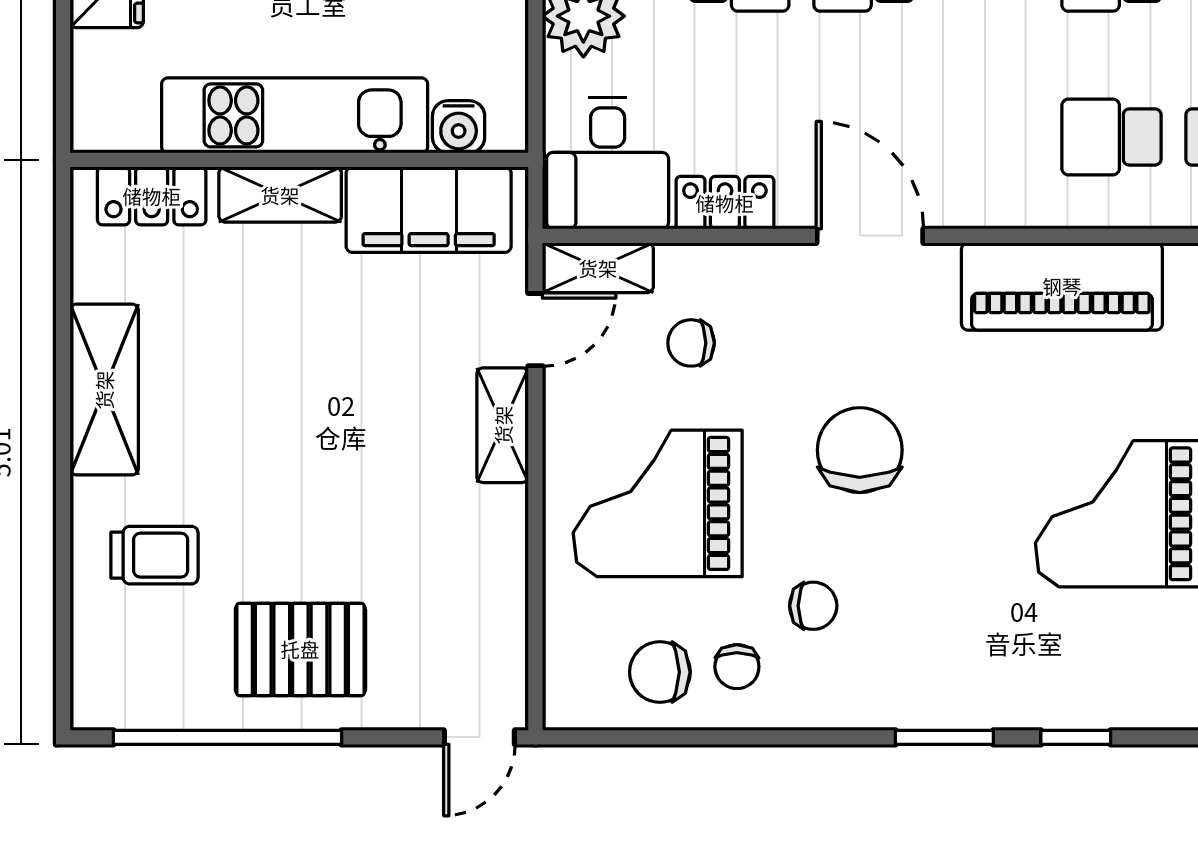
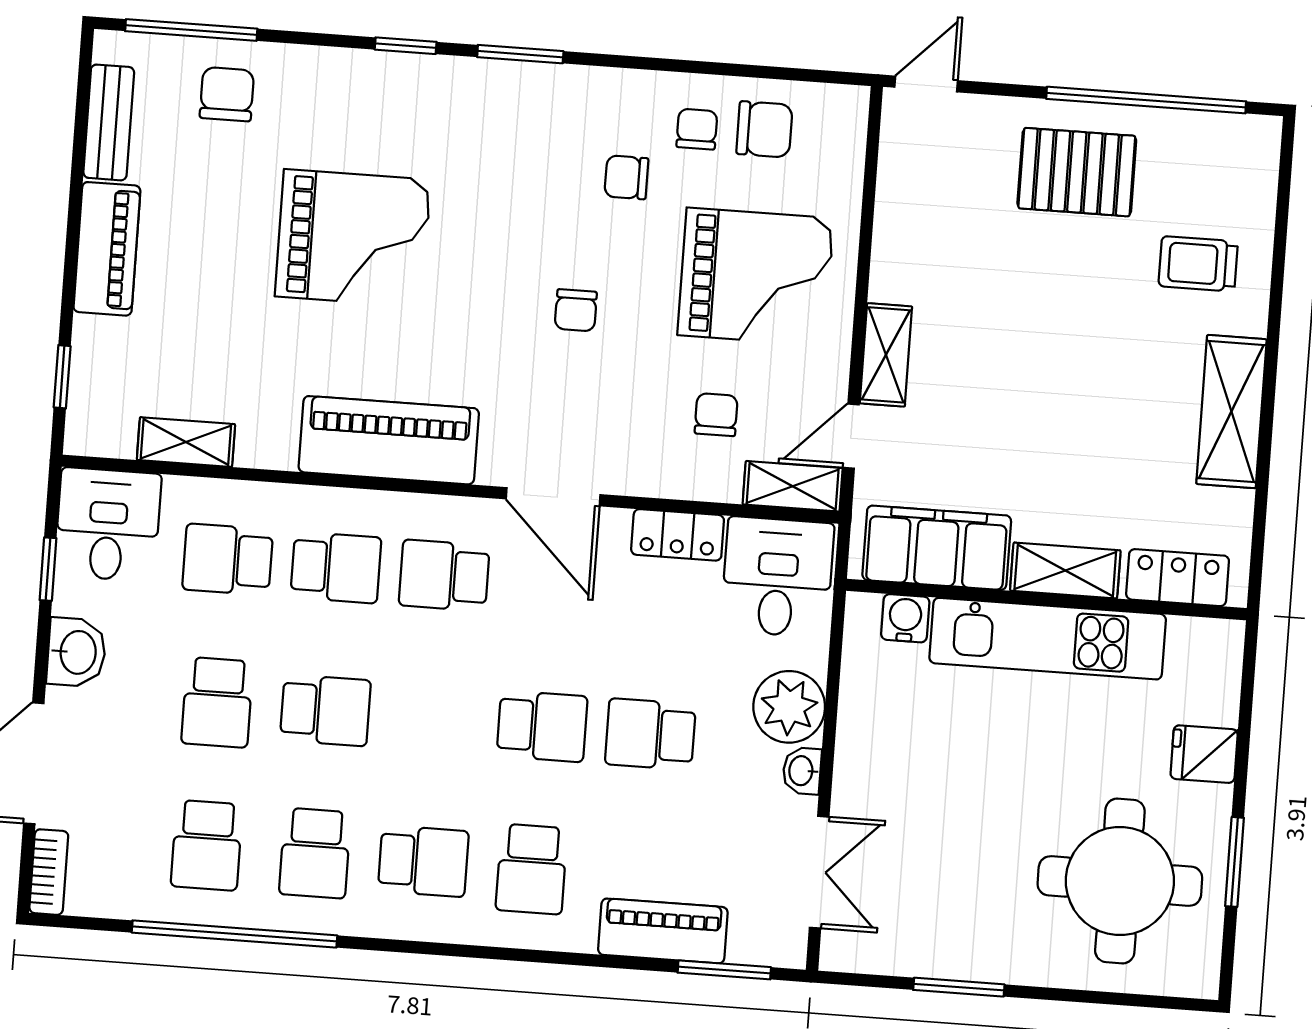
school desk: (987, 137) -> (444, 575), added
chair: (691, 343) -> (716, 415), turned -90
chair: (860, 450) -> (576, 310), width x0.54, depth x0.54

